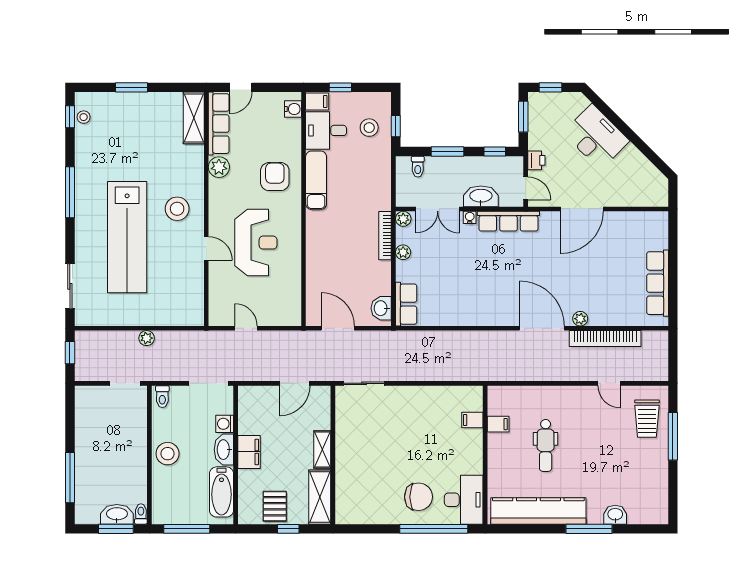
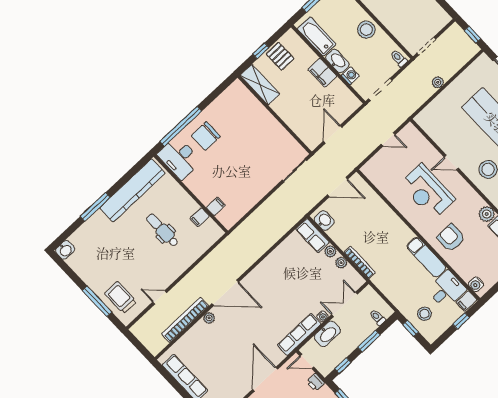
armchair: (275, 177) -> (451, 238), turned 180
plant: (403, 219) -> (330, 251), moved
shelving: (322, 449) -> (283, 112), removed
washbasin: (615, 515) -> (65, 250), moved

